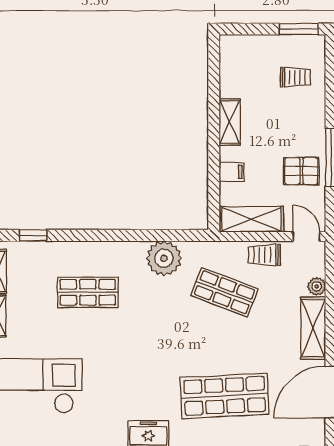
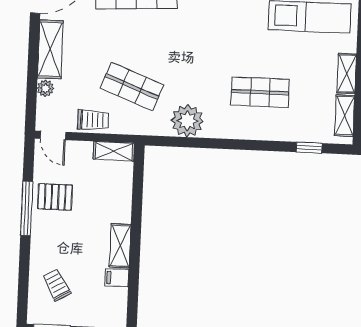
trolley: (295, 77) -> (57, 285), turned 60
filing cabinet: (232, 172) -> (117, 278), moved
shelving: (251, 219) -> (114, 151), width x0.67, depth x0.75

